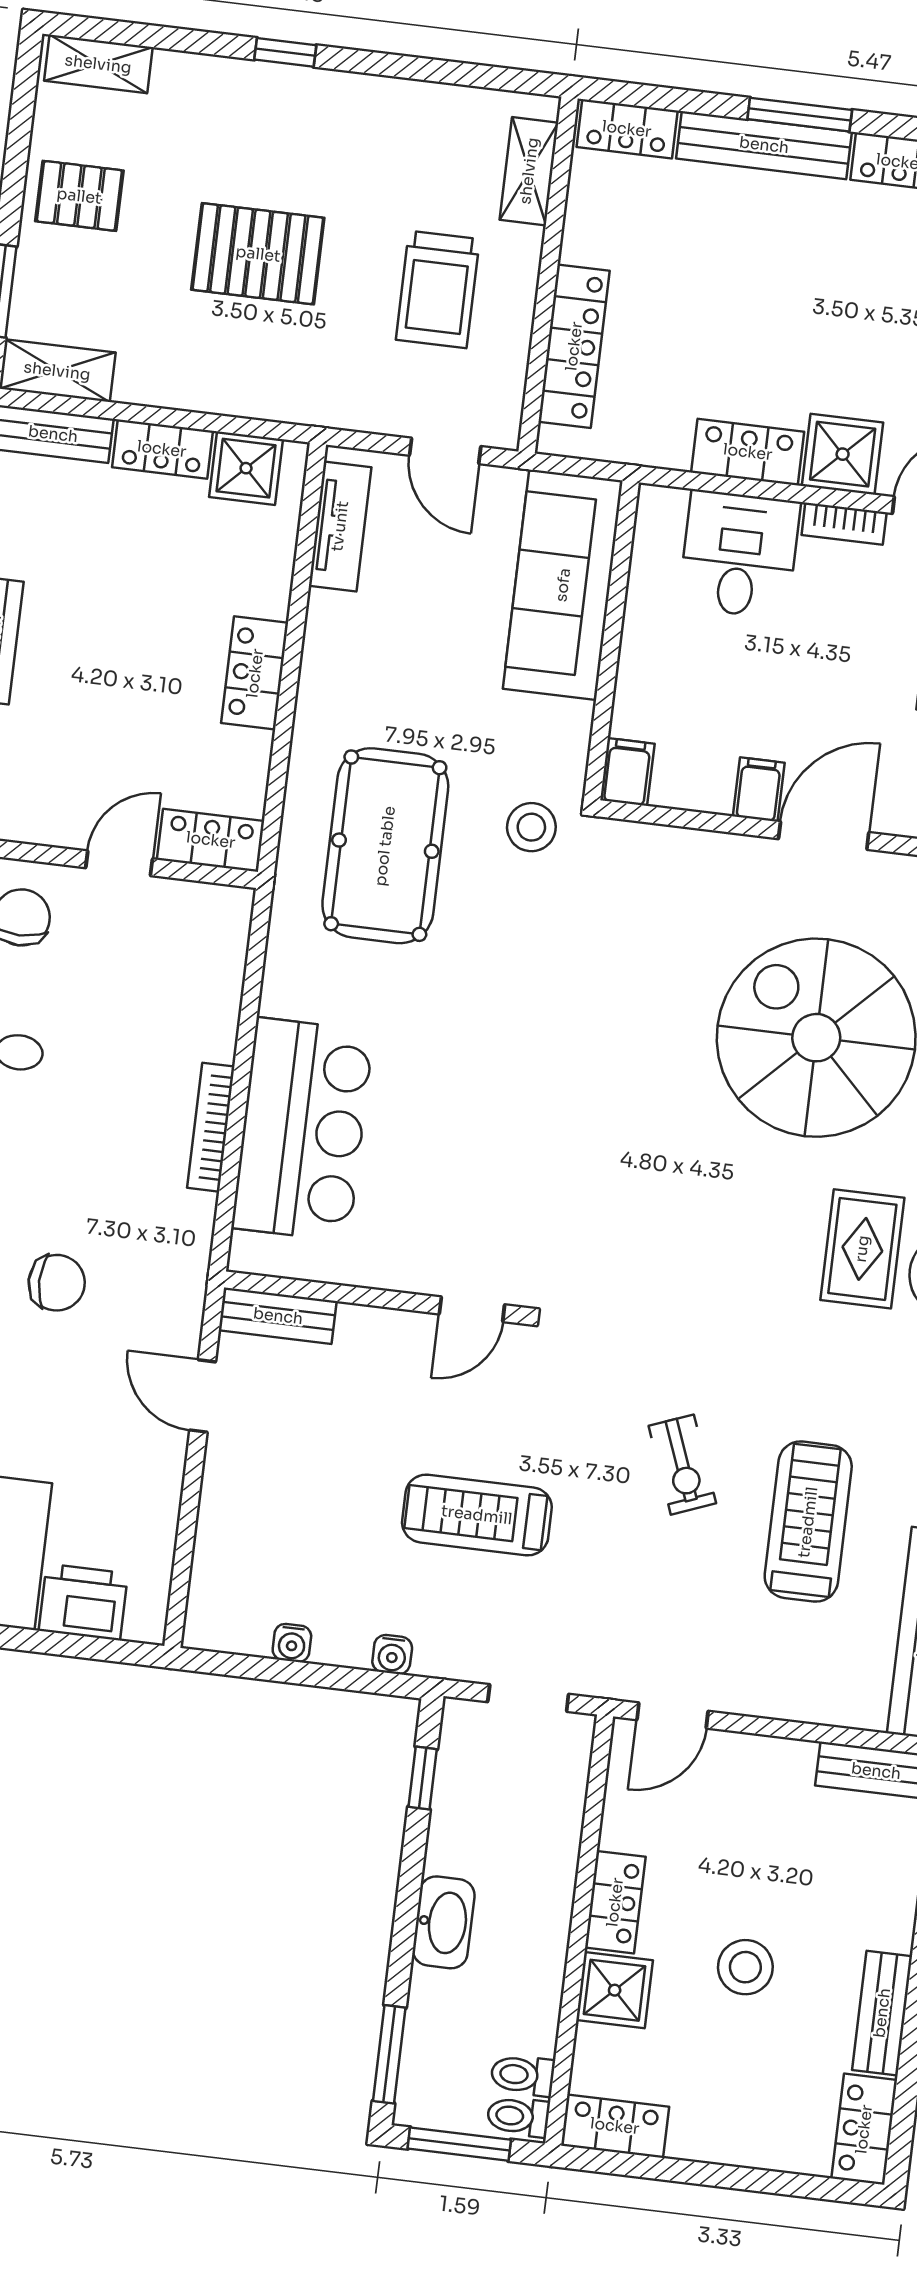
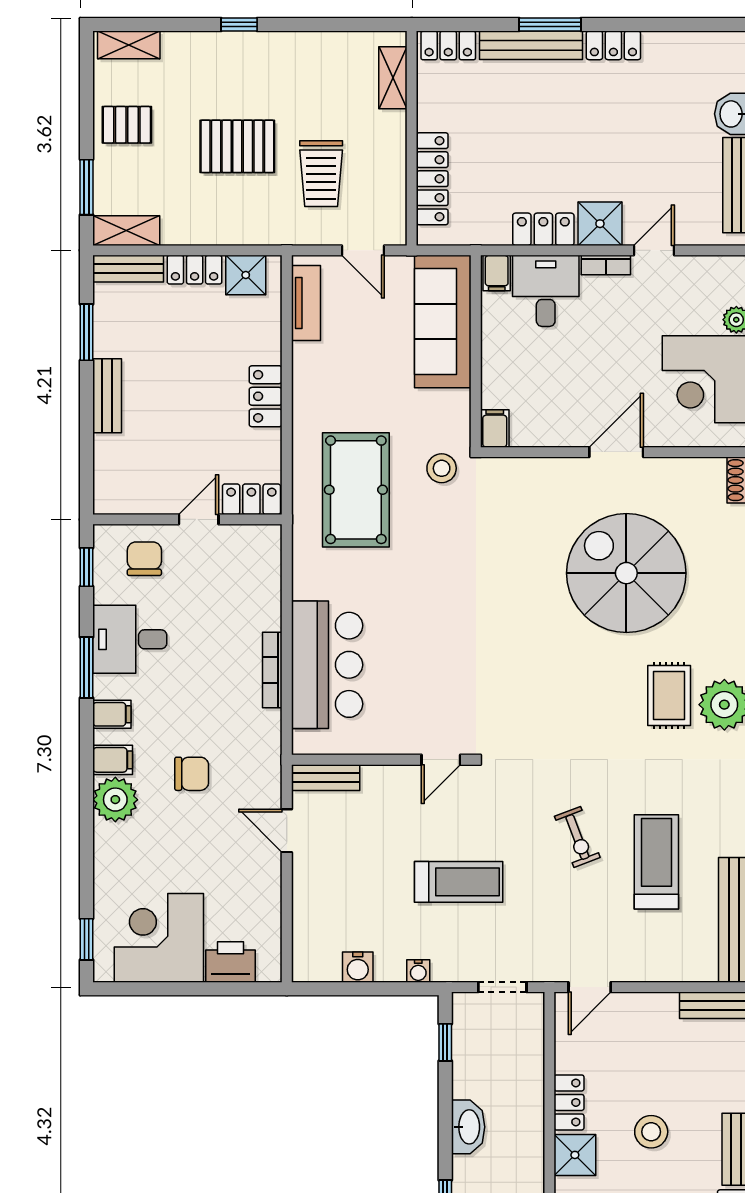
trolley: (438, 289) -> (321, 174), moved
filing cabinet: (759, 790) -> (497, 273), moved, turned 180
treadmill: (477, 1515) -> (459, 882), turned 180
water cooler: (292, 1643) -> (358, 967), width x1.38, depth x1.38

